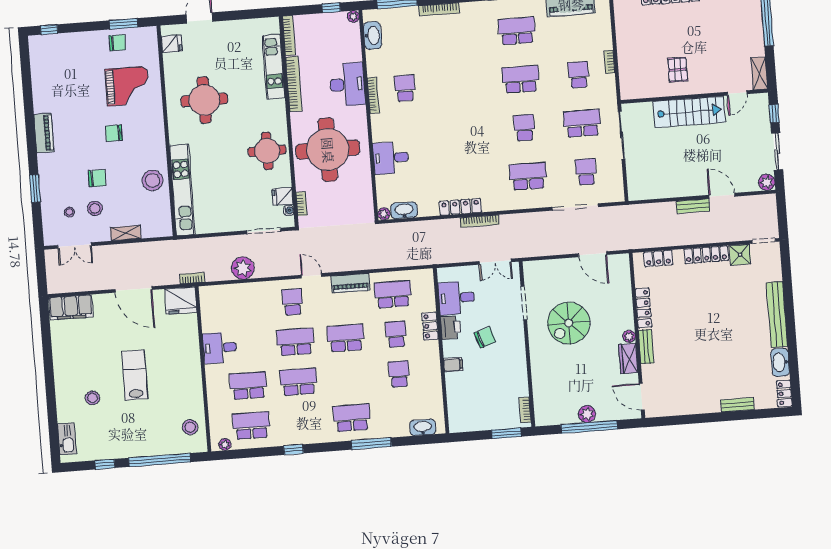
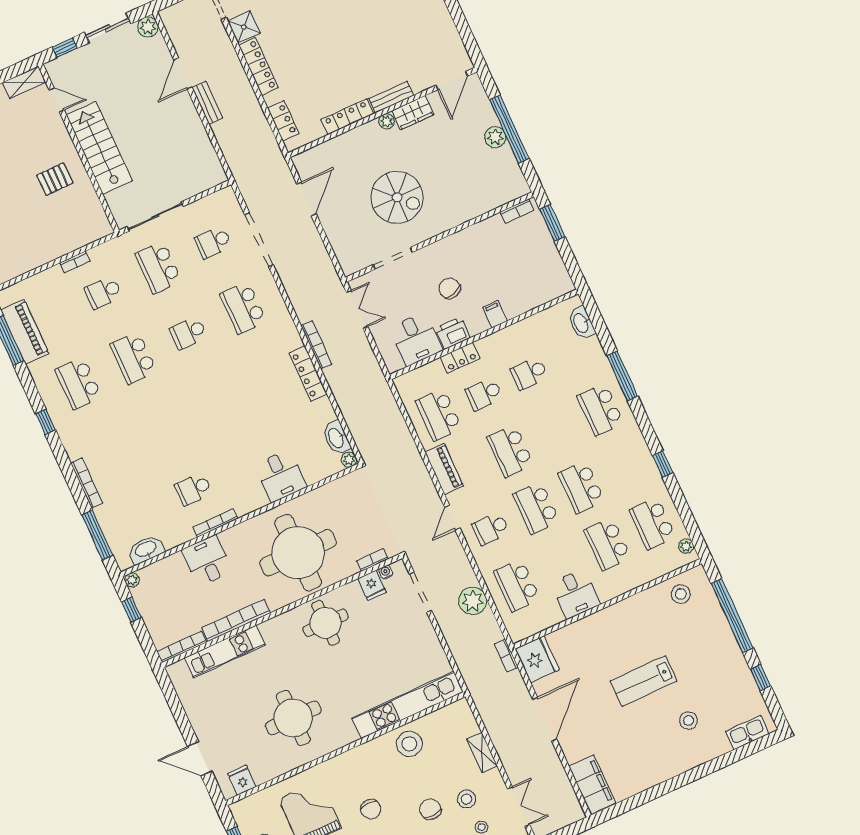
desk: (347, 84) -> (207, 561), width x0.73
school desk: (242, 306) -> (517, 586), added

